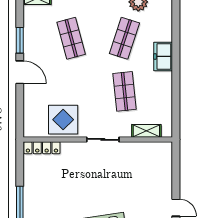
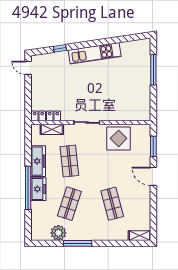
window: (20, 40) -> (153, 146), moved
window: (176, 58) -> (28, 188), added
freezer: (163, 91) -> (38, 161), added
locker: (42, 148) -> (46, 116), moved

